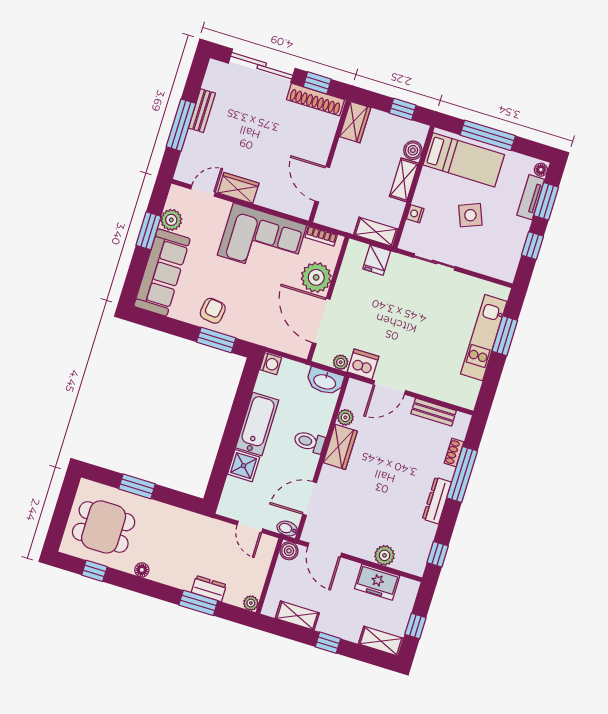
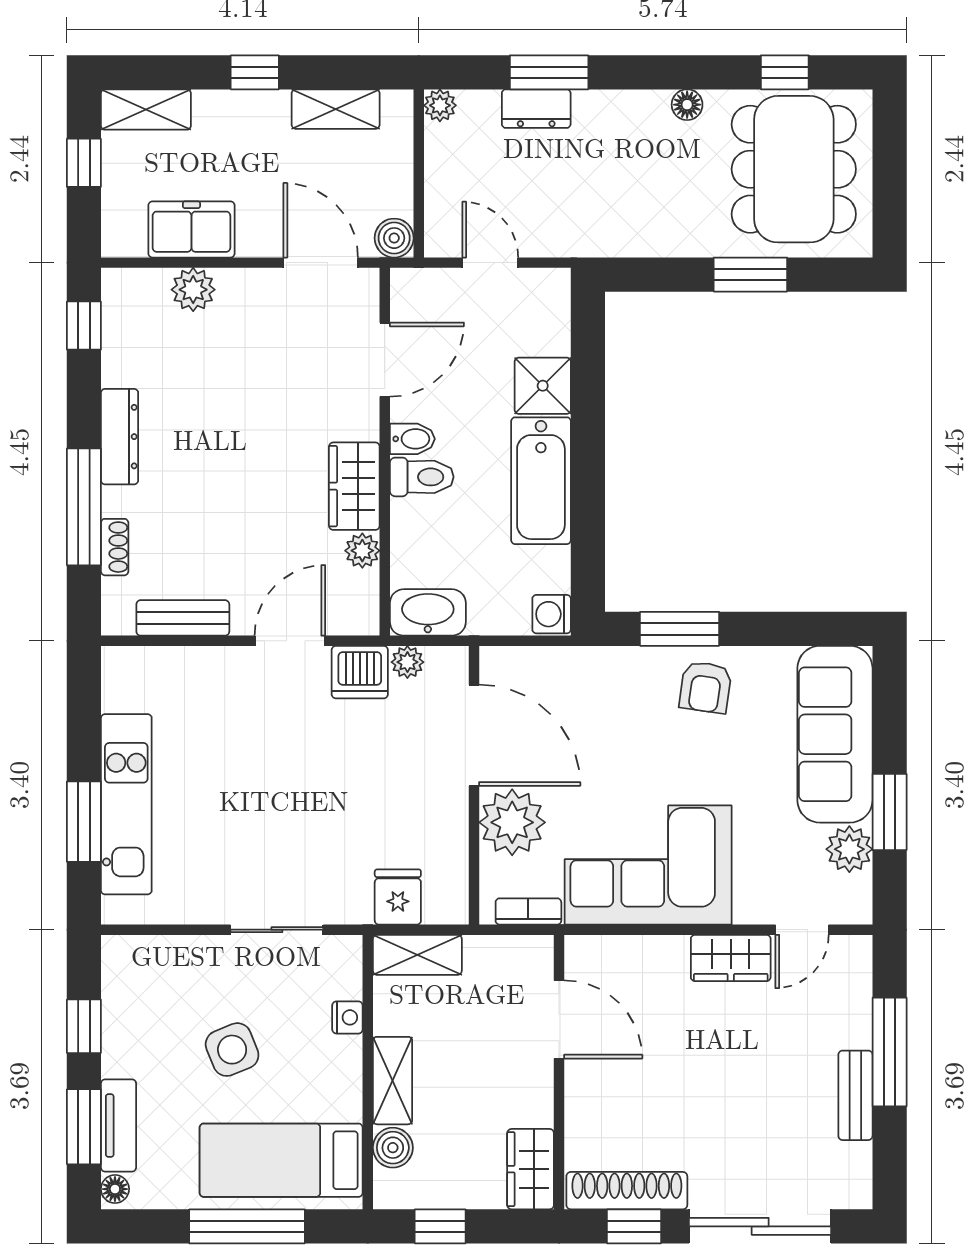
dining table: (104, 527) -> (794, 169), width x1.38
bidet: (287, 529) -> (412, 439), moved

